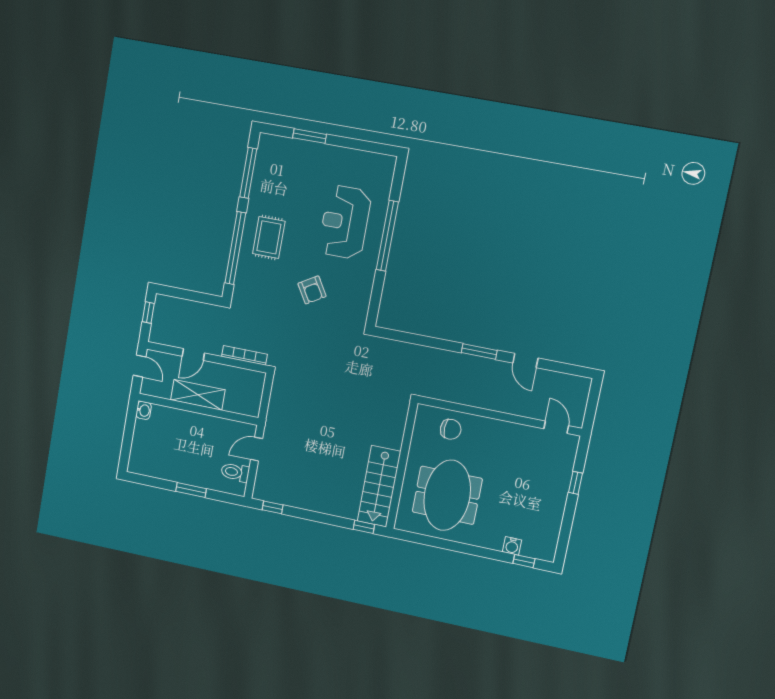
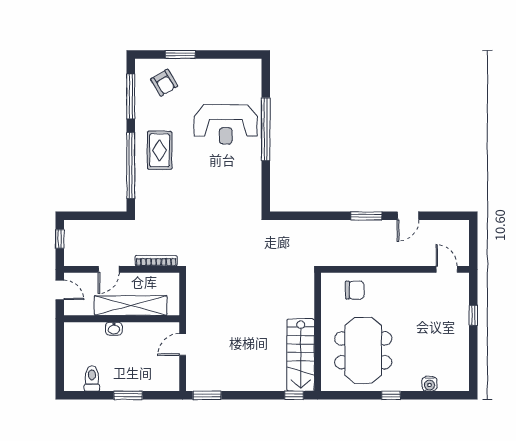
reception desk: (345, 222) -> (226, 124), turned -90
armchair: (312, 290) -> (164, 83), moved
door: (525, 360) -> (408, 216), hinge flipped
shelving: (198, 395) -> (131, 306), width x1.47
washbasin: (144, 410) -> (114, 329), moved, turned 90
toilet: (235, 472) -> (92, 378), moved, turned 90
window: (273, 507) -> (207, 395), width x1.50
window: (524, 561) -> (391, 395), moved

